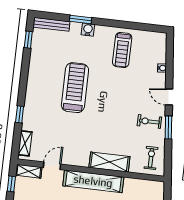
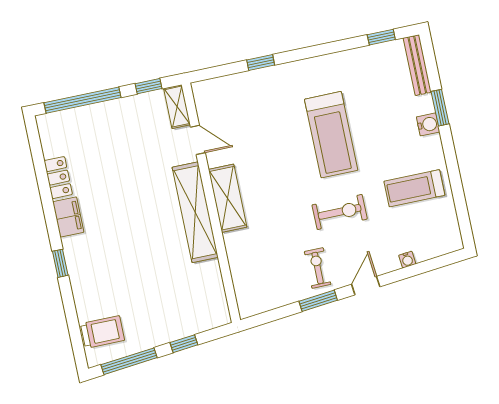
treadmill: (75, 88) -> (331, 135), turned 90
shelving: (25, 143) -> (218, 86), removed
exercise bike: (151, 158) -> (340, 212), moved, width x1.38, depth x1.39
shelving: (109, 162) -> (228, 198), moved

